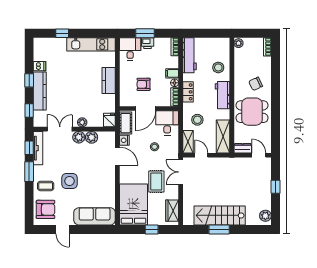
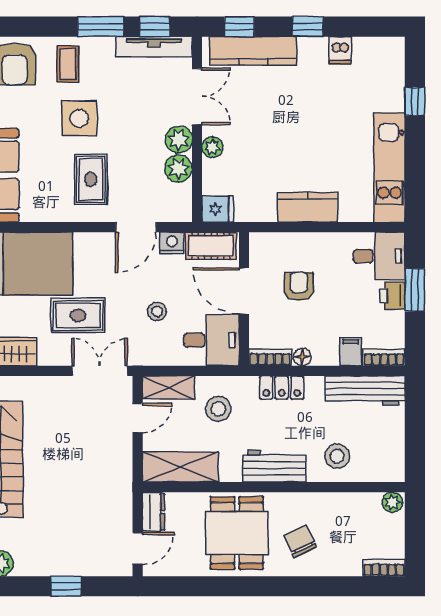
filing cabinet: (172, 73) -> (351, 352), moved
kitchen counter: (40, 91) -> (253, 51), moved
rug: (96, 176) -> (91, 179), added

